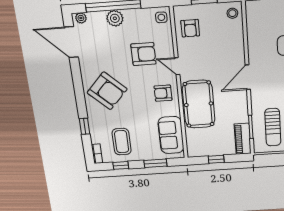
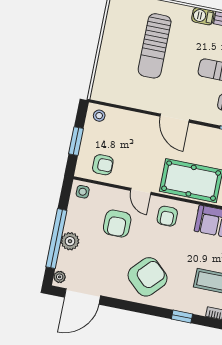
armchair: (143, 54) -> (117, 223), turned 180
door: (177, 66) -> (141, 191), hinge flipped

